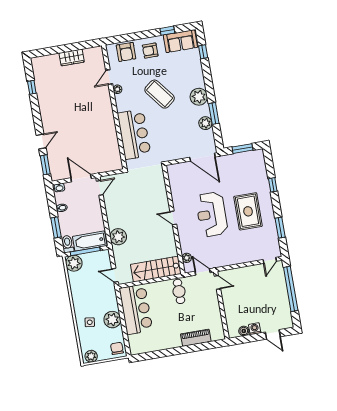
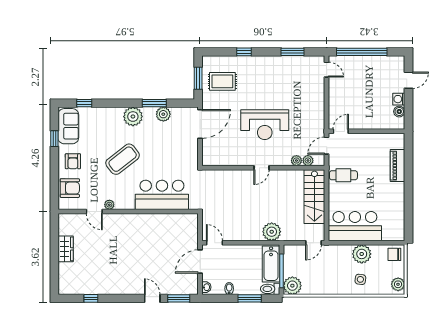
rug: (248, 211) -> (222, 81), moved, width x0.73, depth x0.70
plant: (185, 248) -> (296, 161), added

